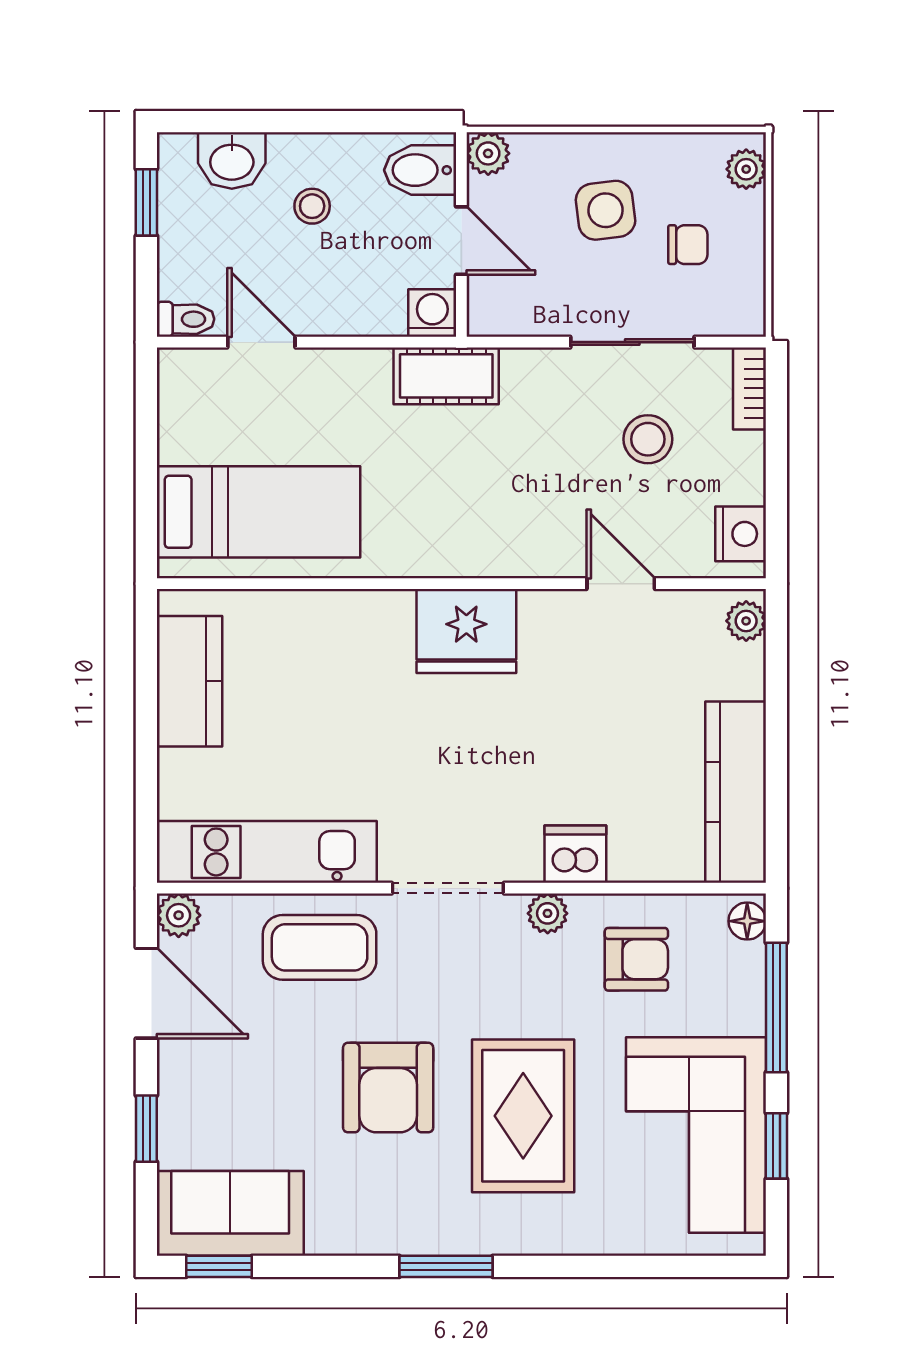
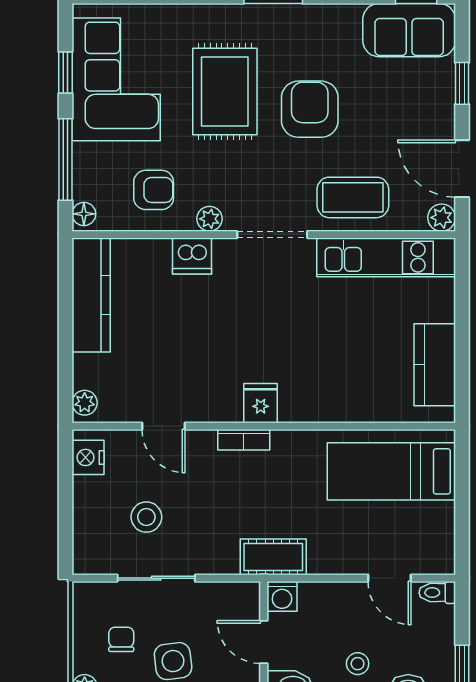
chair: (688, 245) -> (121, 639), turned 90
bookcase: (749, 388) -> (244, 440), moved, turned 90
fridge: (466, 631) -> (261, 403), width x0.53, depth x0.75
armchair: (636, 959) -> (154, 190), turned 180

